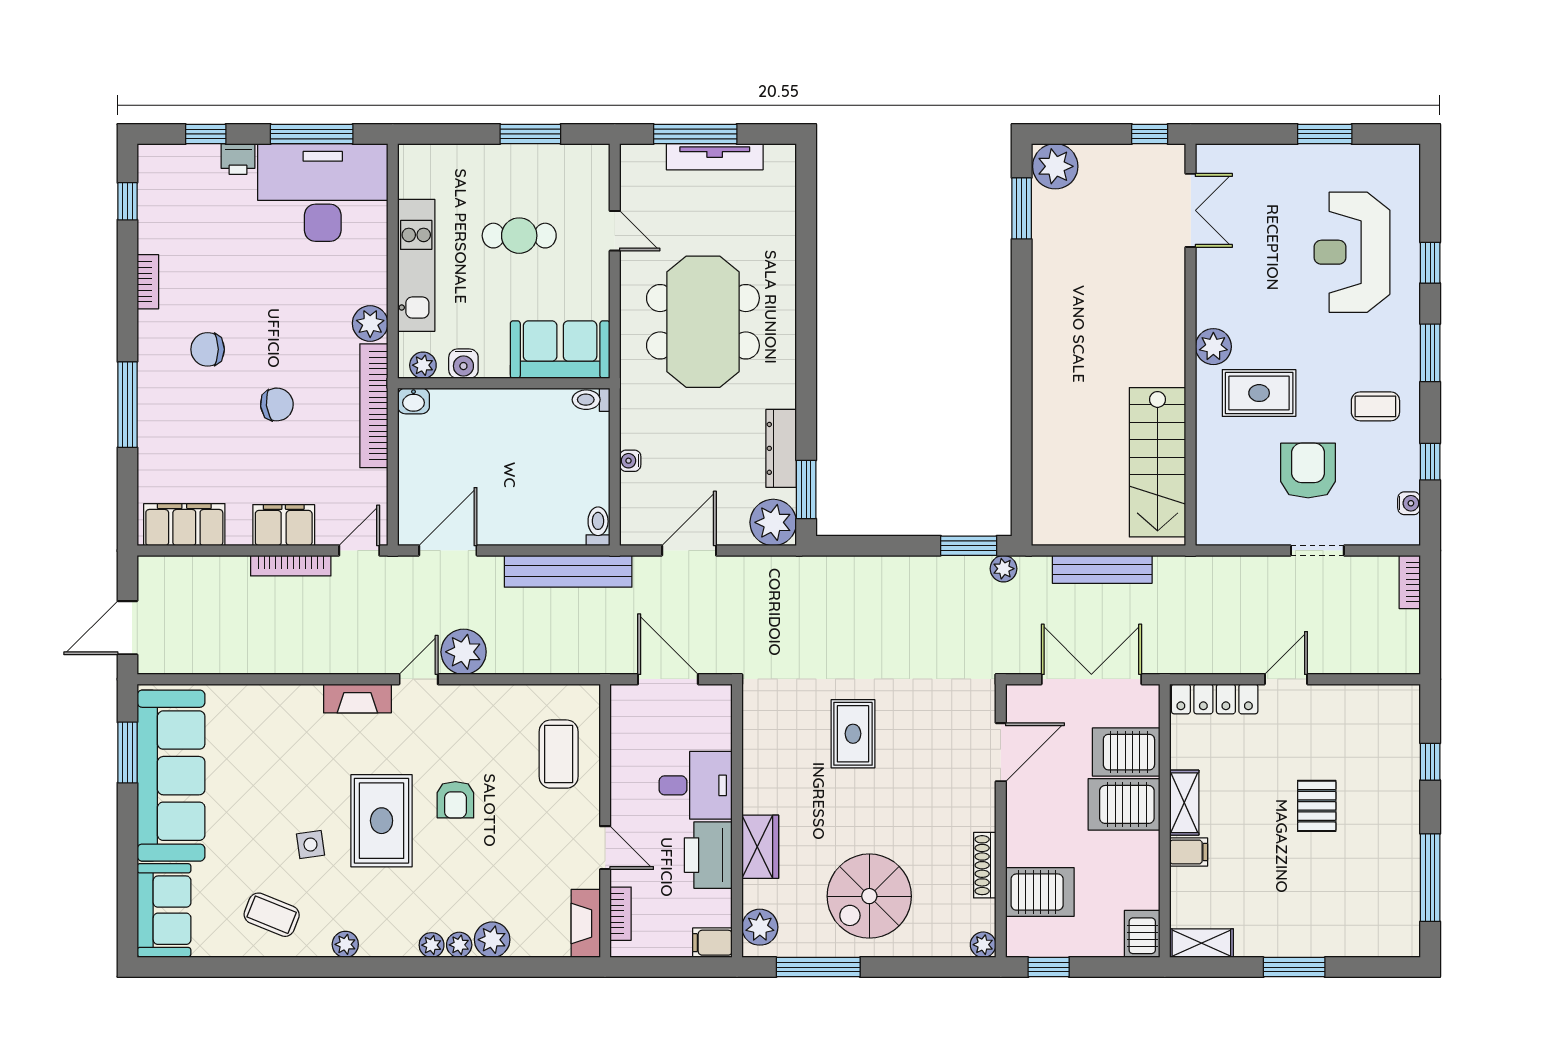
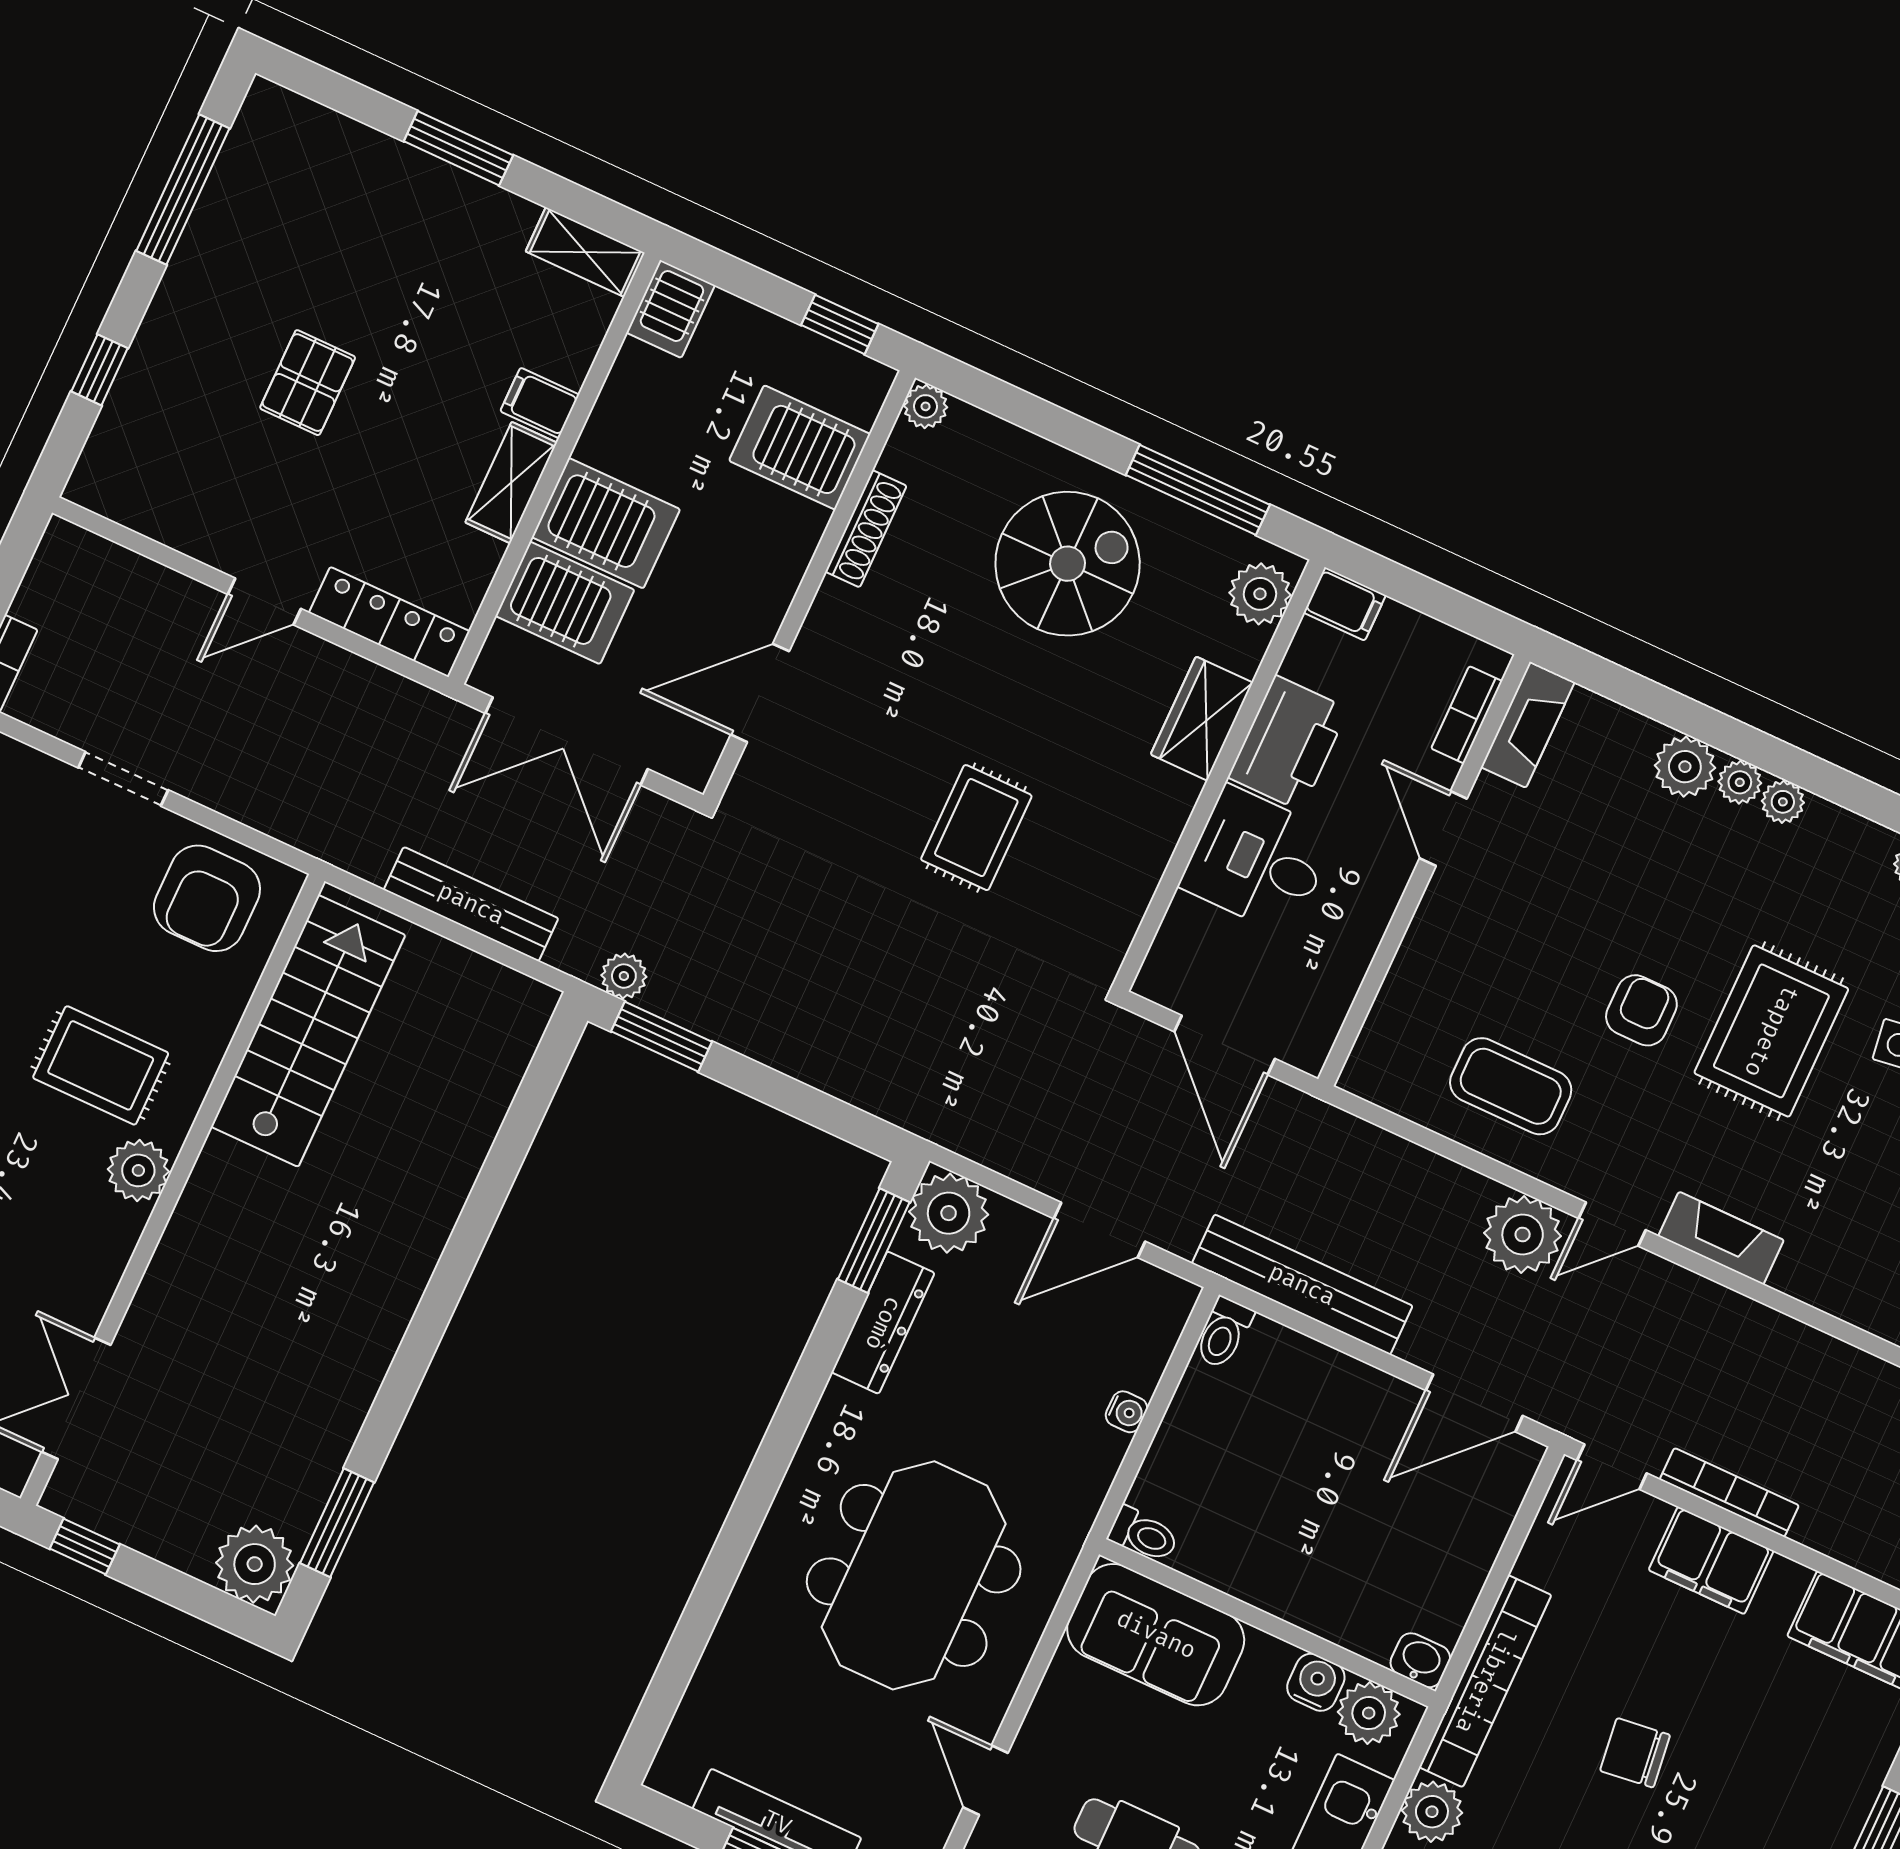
plant: (423, 365) -> (1369, 1713), width x1.38, depth x1.38
armchair: (1308, 470) -> (207, 898), moved
coffee table: (559, 754) -> (1511, 1086), moved, turned 90

